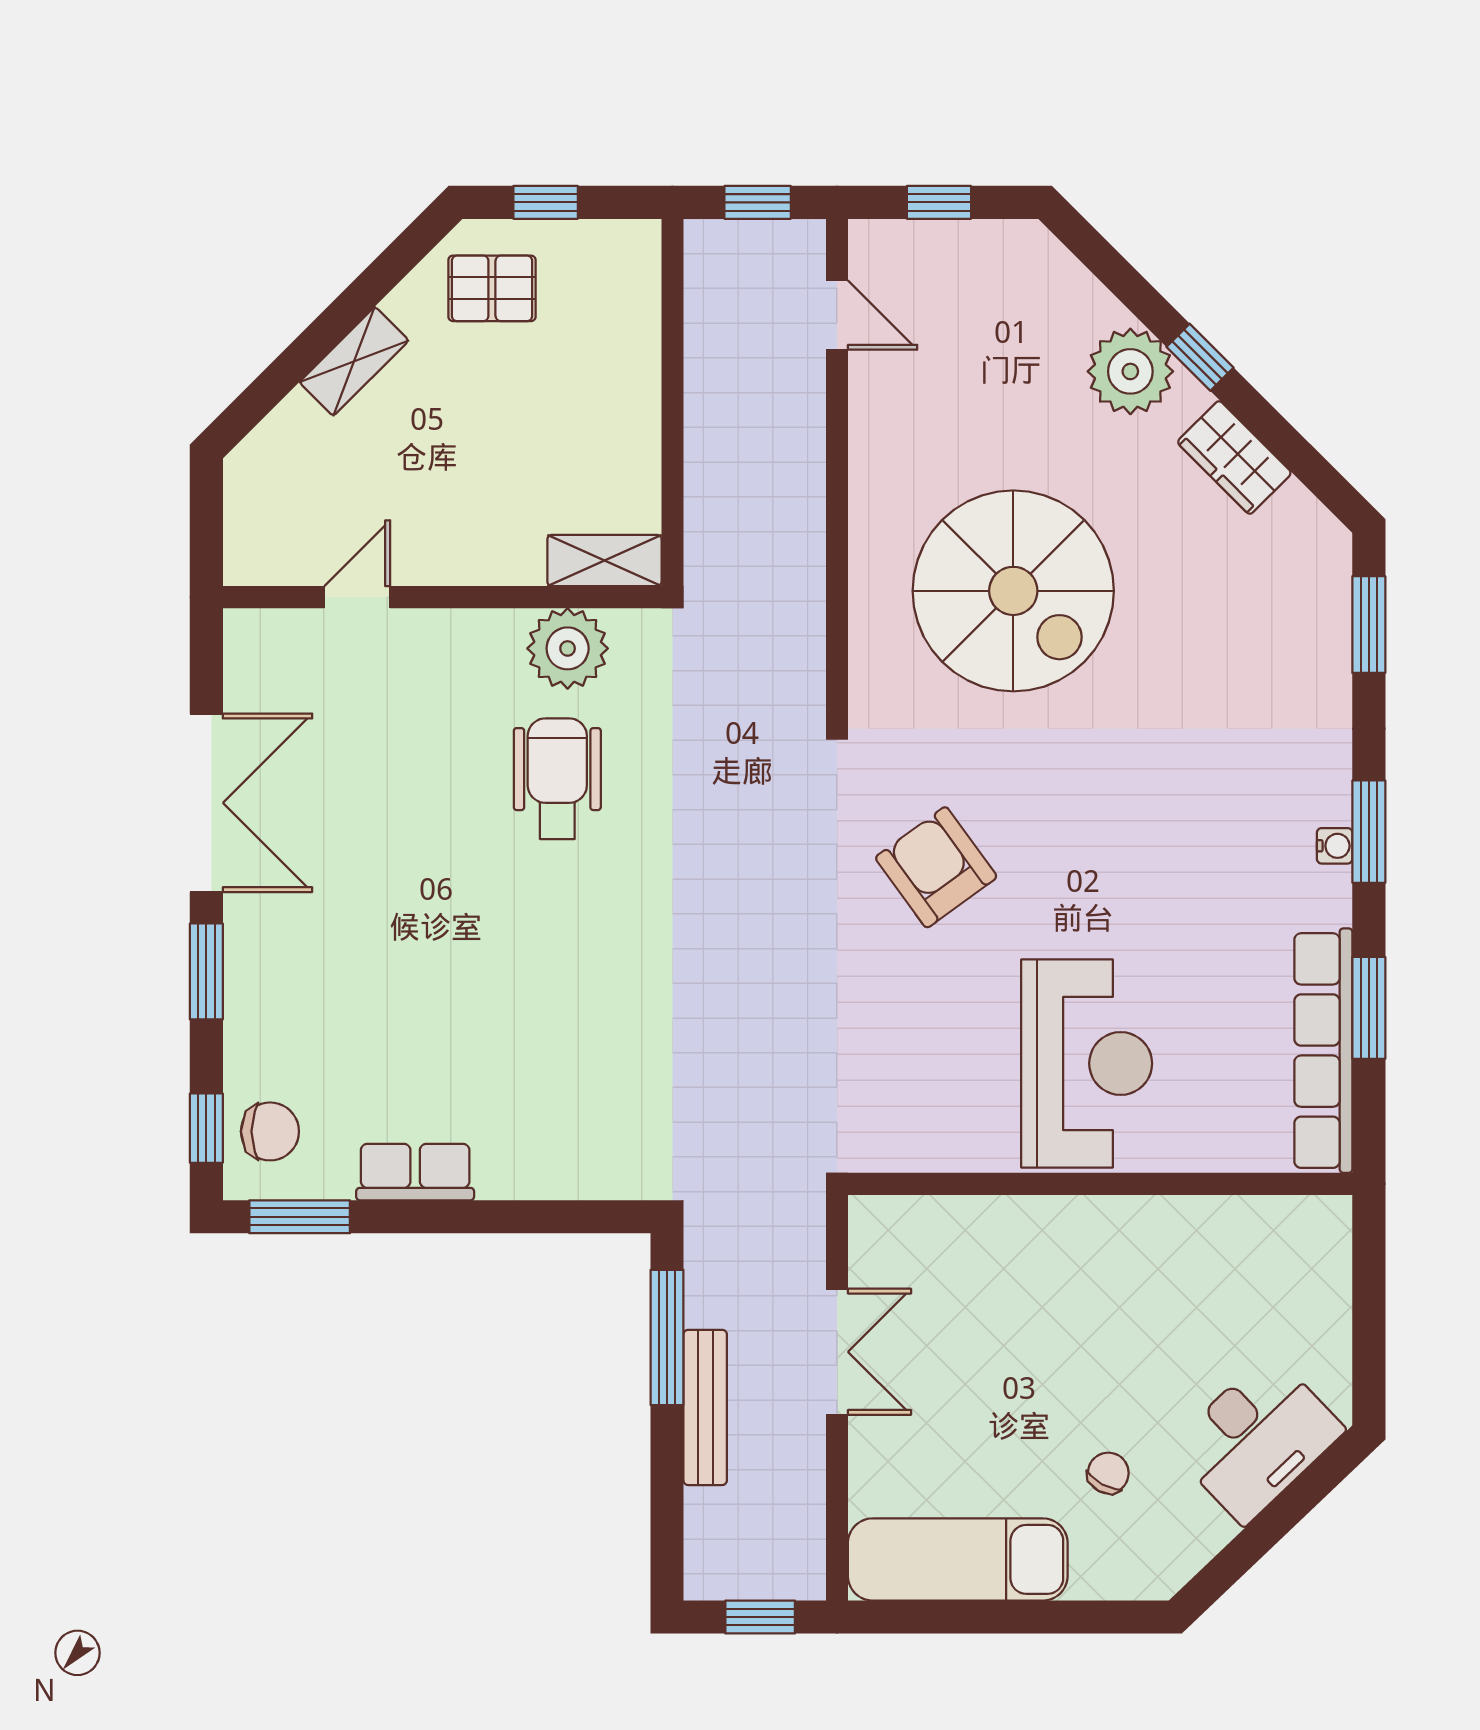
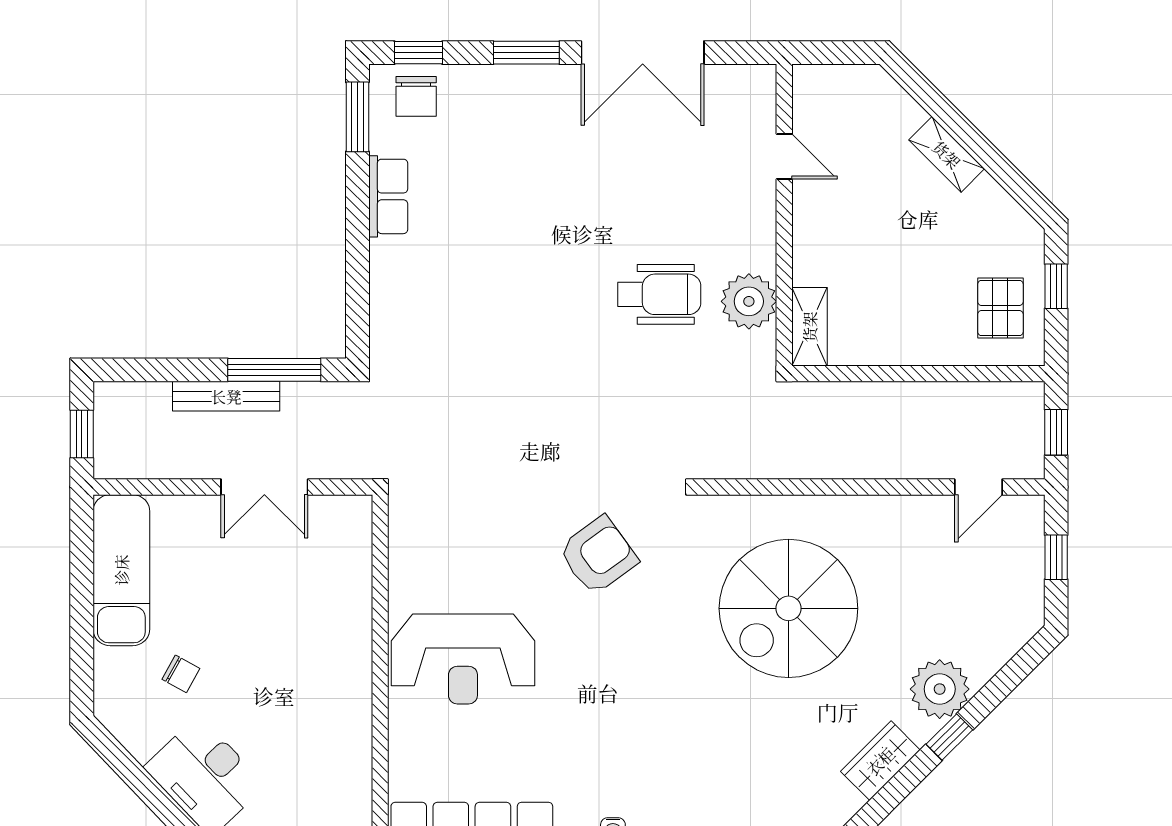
pallet: (492, 288) -> (1000, 308), moved

